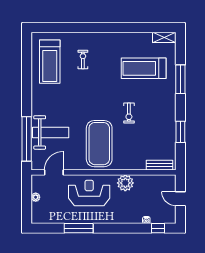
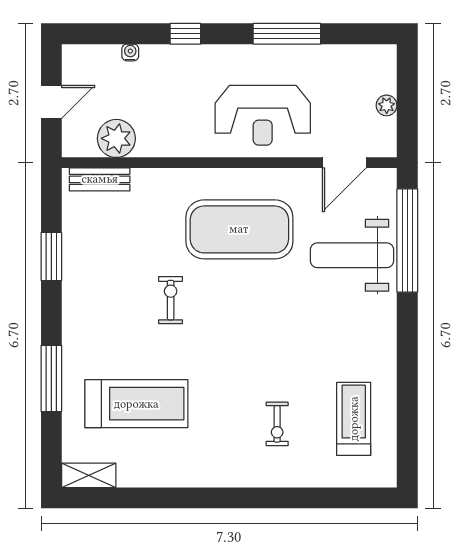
treadmill: (50, 62) -> (354, 419), width x0.73, depth x0.73
exercise mat: (99, 144) -> (239, 229), turned 90
plant: (125, 183) -> (116, 138), moved
door: (180, 199) -> (51, 102), hinge flipped
window: (158, 228) -> (185, 34), moved

